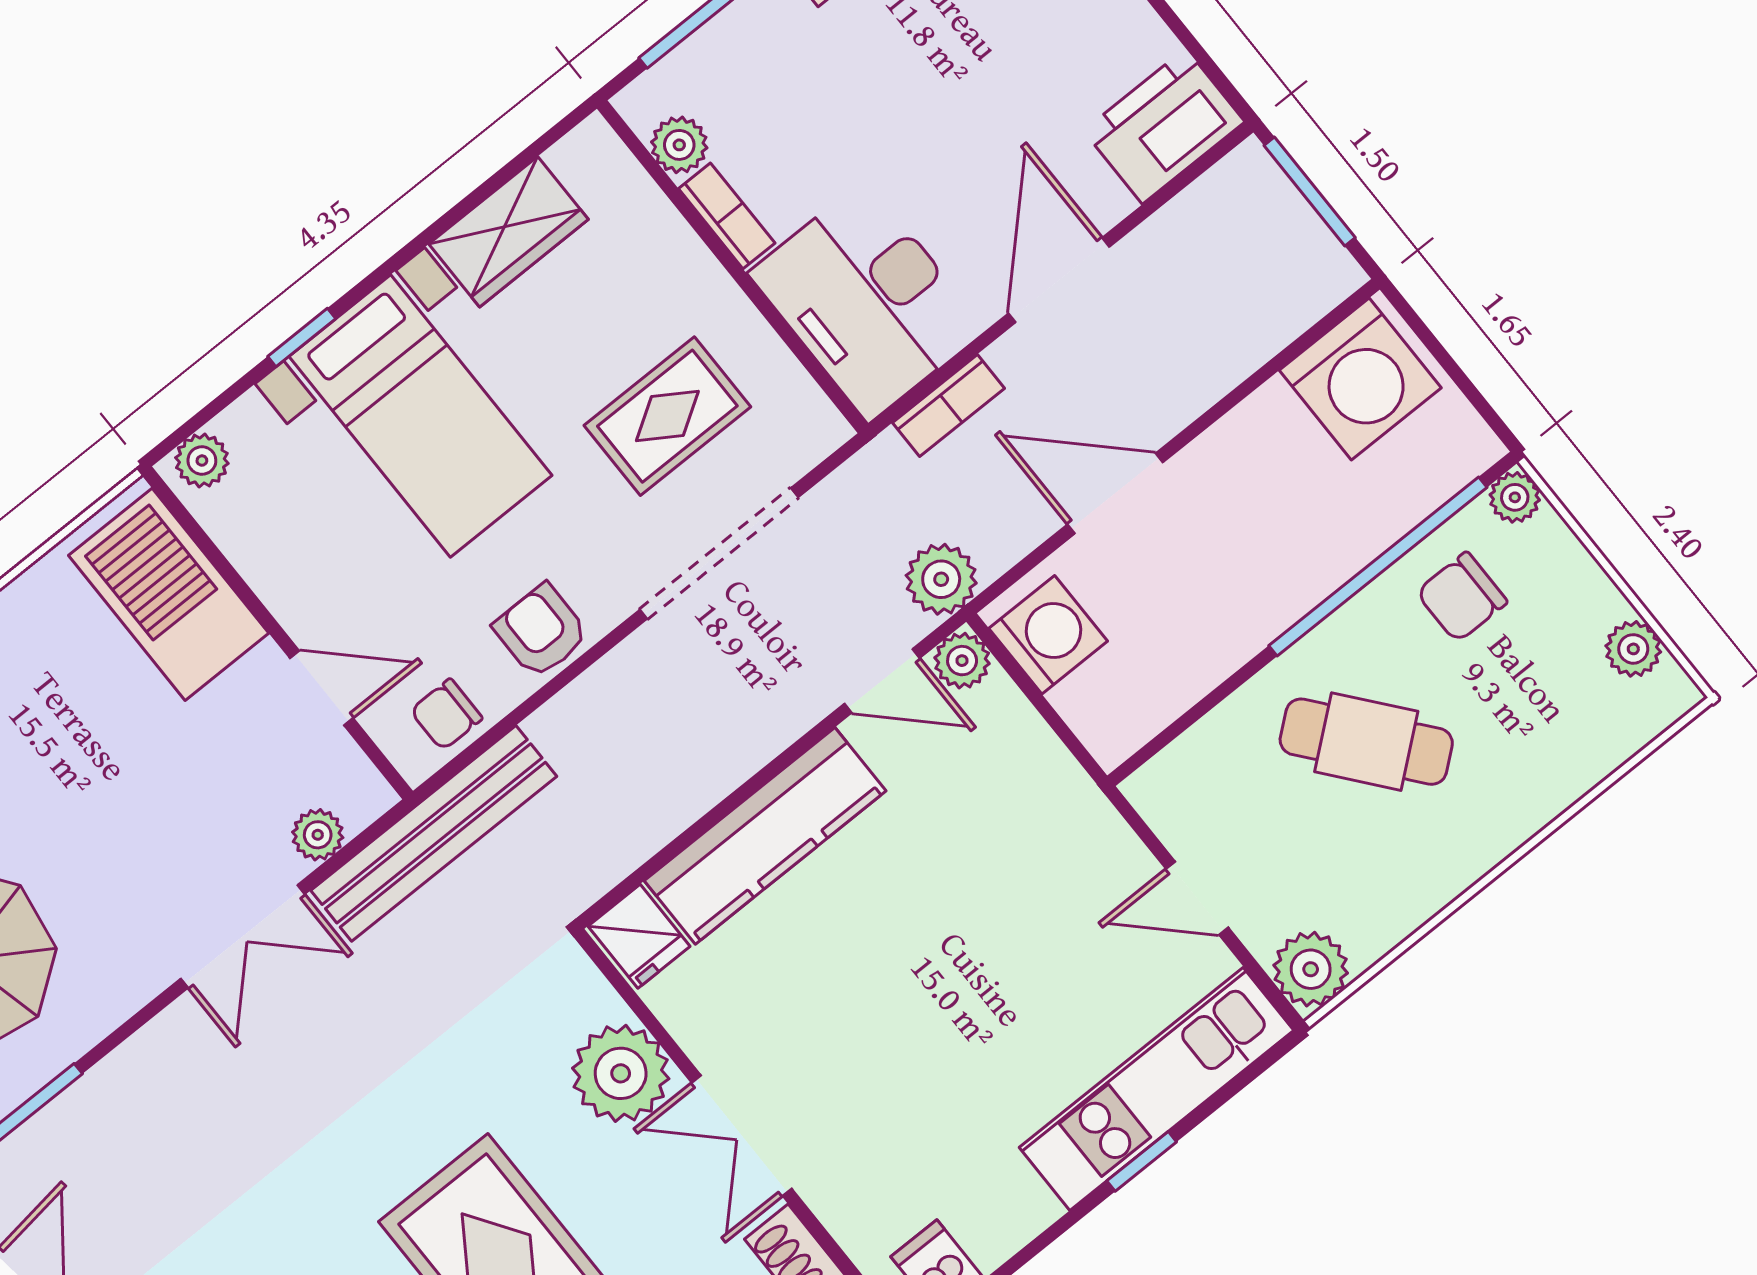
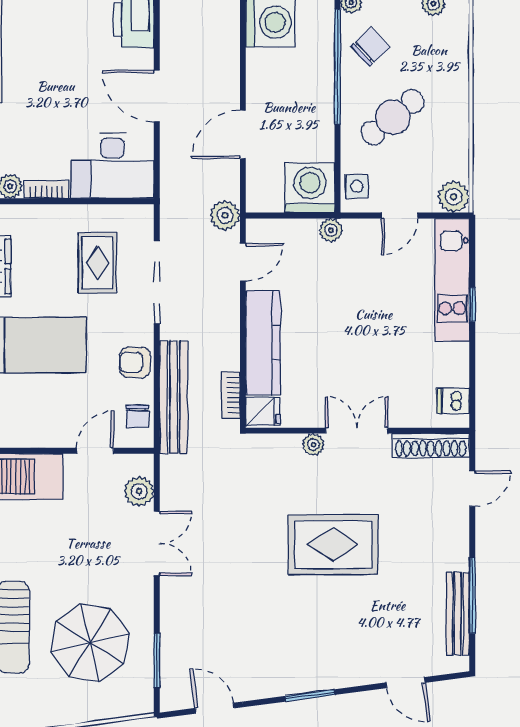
bookcase: (948, 405) -> (231, 395), moved, turned 180
chair: (1462, 597) -> (370, 47), turned -133
washing machine: (1048, 635) -> (310, 188), moved, width x1.37, depth x1.37
plant: (962, 661) -> (331, 230), moved
side table: (1188, 778) -> (357, 186), added
bench: (434, 833) -> (174, 397), moved
plant: (318, 835) -> (139, 491), width x1.38, depth x1.38
plant: (621, 1073) -> (313, 445), width x0.53, depth x0.53
double door: (742, 1136) -> (357, 431), swing flipped

